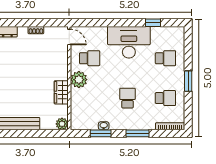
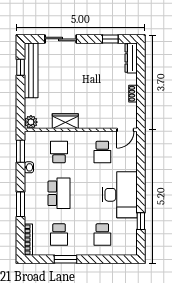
plant: (79, 80) -> (79, 140), removed
window: (188, 81) -> (66, 259), moved
school desk: (90, 98) -> (59, 152), added
school desk: (128, 98) -> (59, 193), width x1.85
window: (12, 133) -> (20, 67), added
window: (101, 133) -> (20, 151), moved

